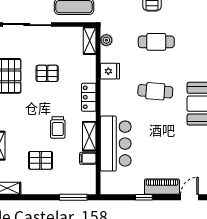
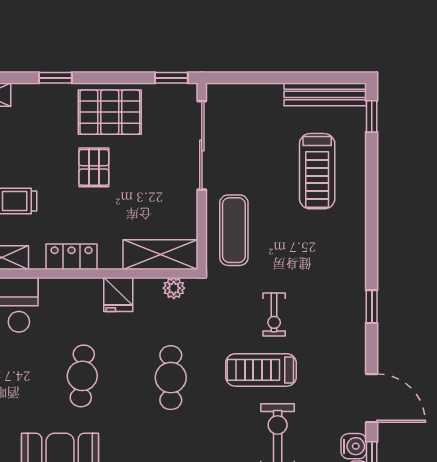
shelving: (90, 41) -> (161, 255), width x1.50, depth x1.33
pallet: (47, 73) -> (94, 167), moved

